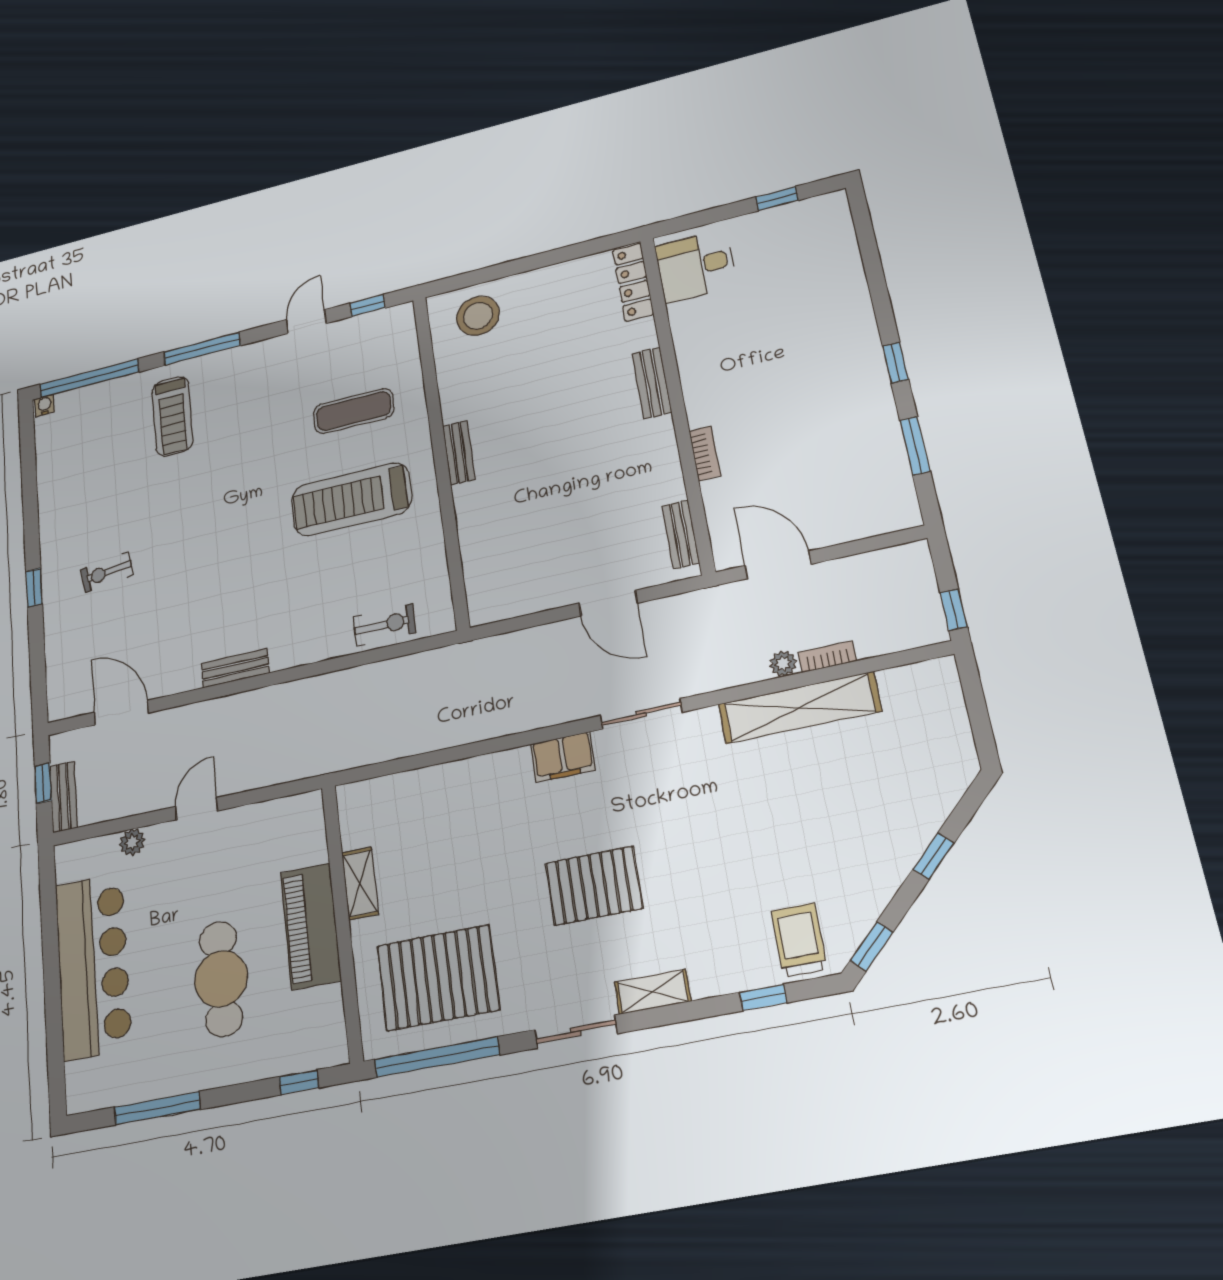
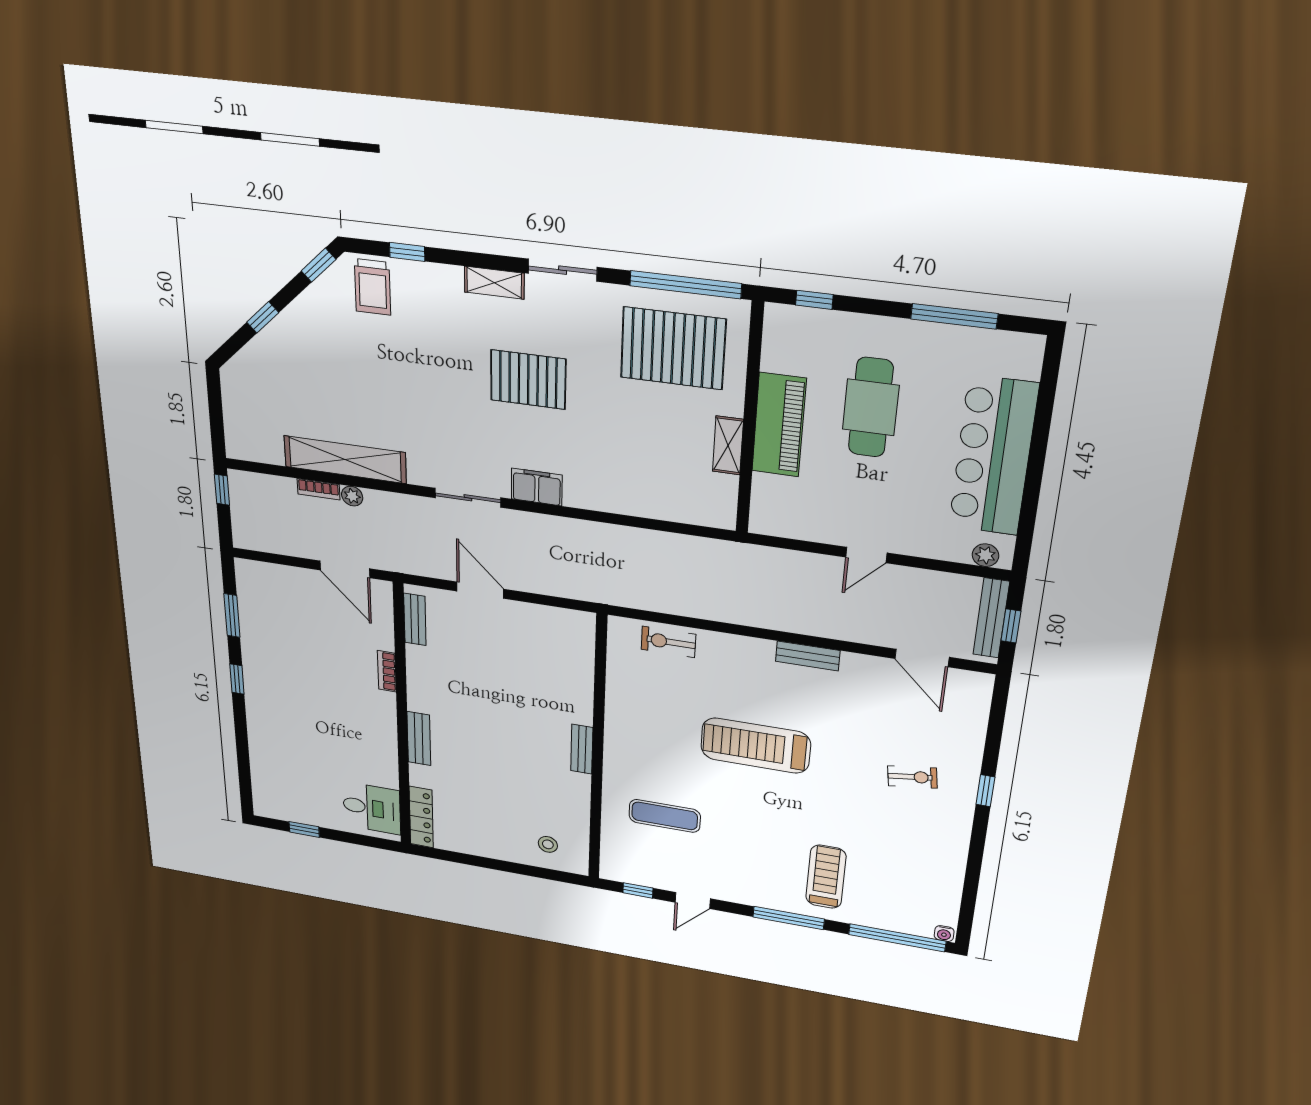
stool: (478, 316) -> (548, 844), width x0.53, depth x0.53
treadmill: (351, 499) -> (756, 746), moved, turned 180
bench: (64, 797) -> (991, 618), width x1.36
plant: (132, 842) -> (985, 555), moved

